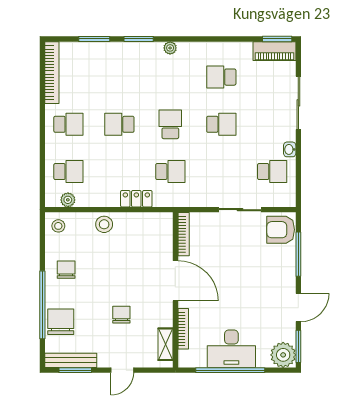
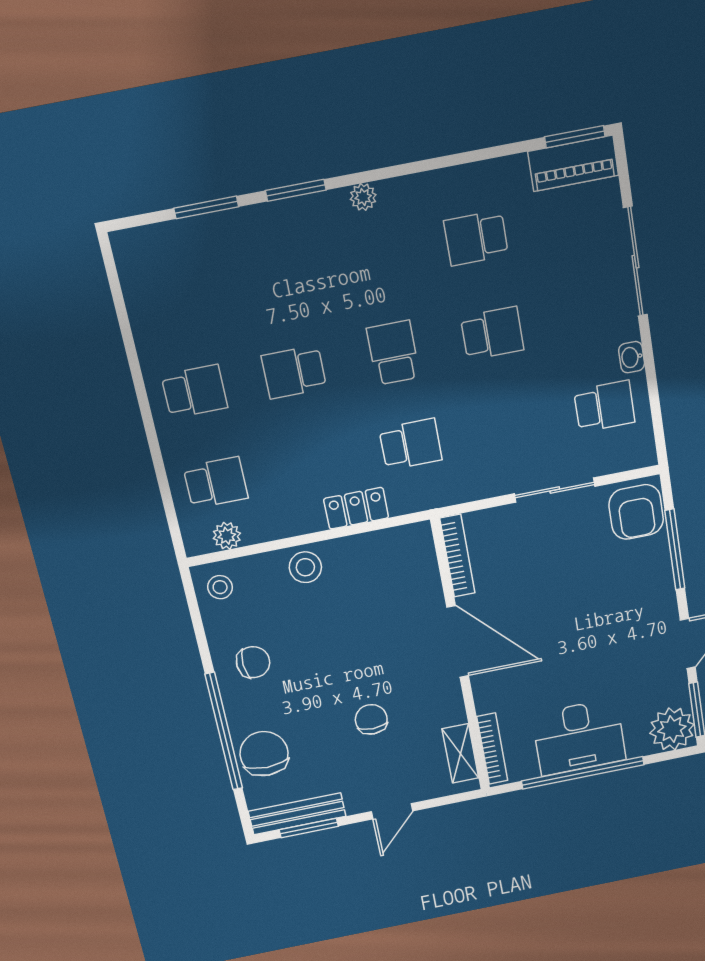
bookcase: (52, 73) -> (137, 294), removed
armchair: (281, 230) -> (636, 512), turned -90
chair: (66, 270) -> (253, 662), turned 87
bookcase: (183, 329) -> (492, 749), moved

